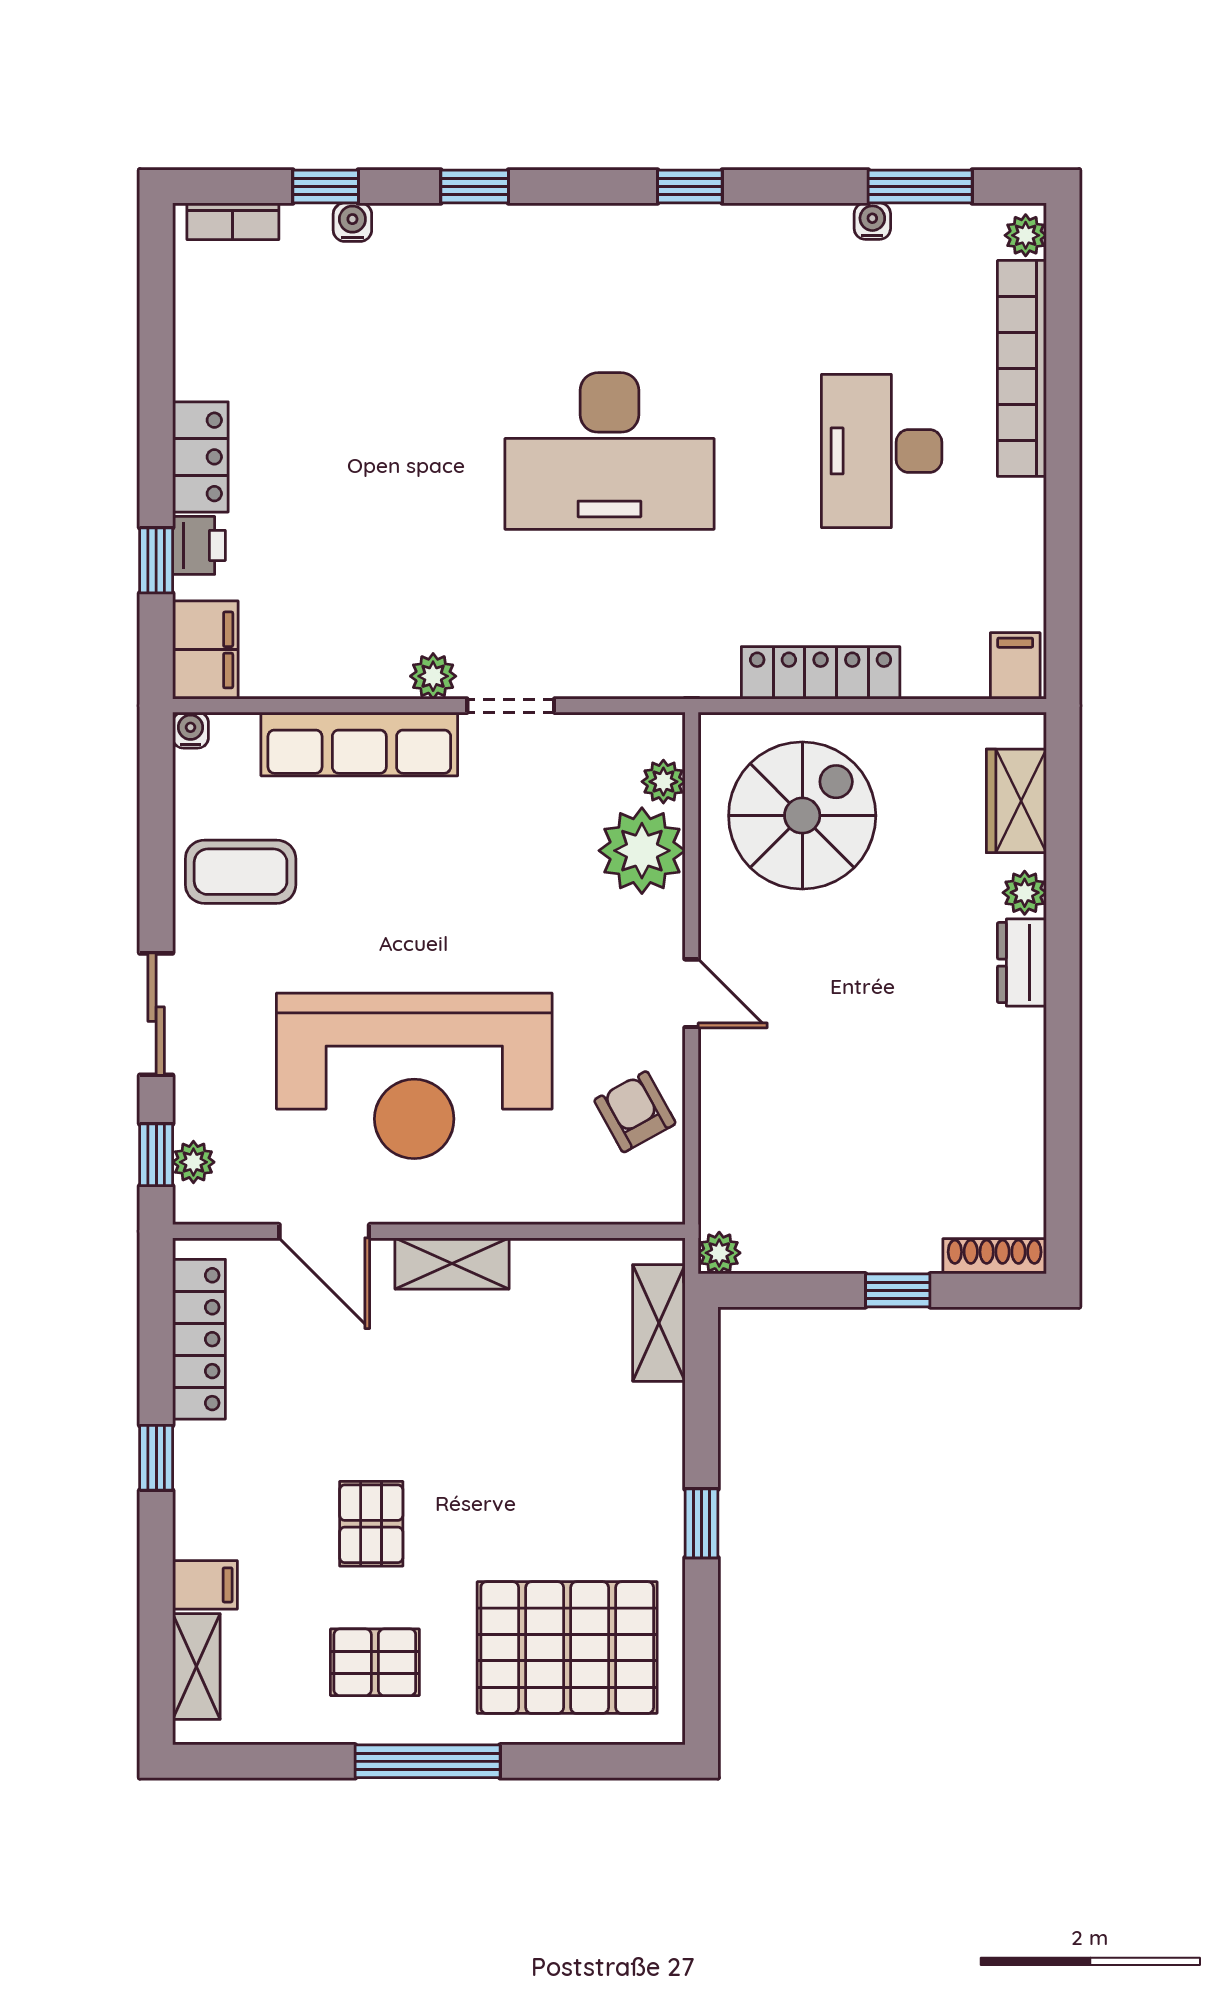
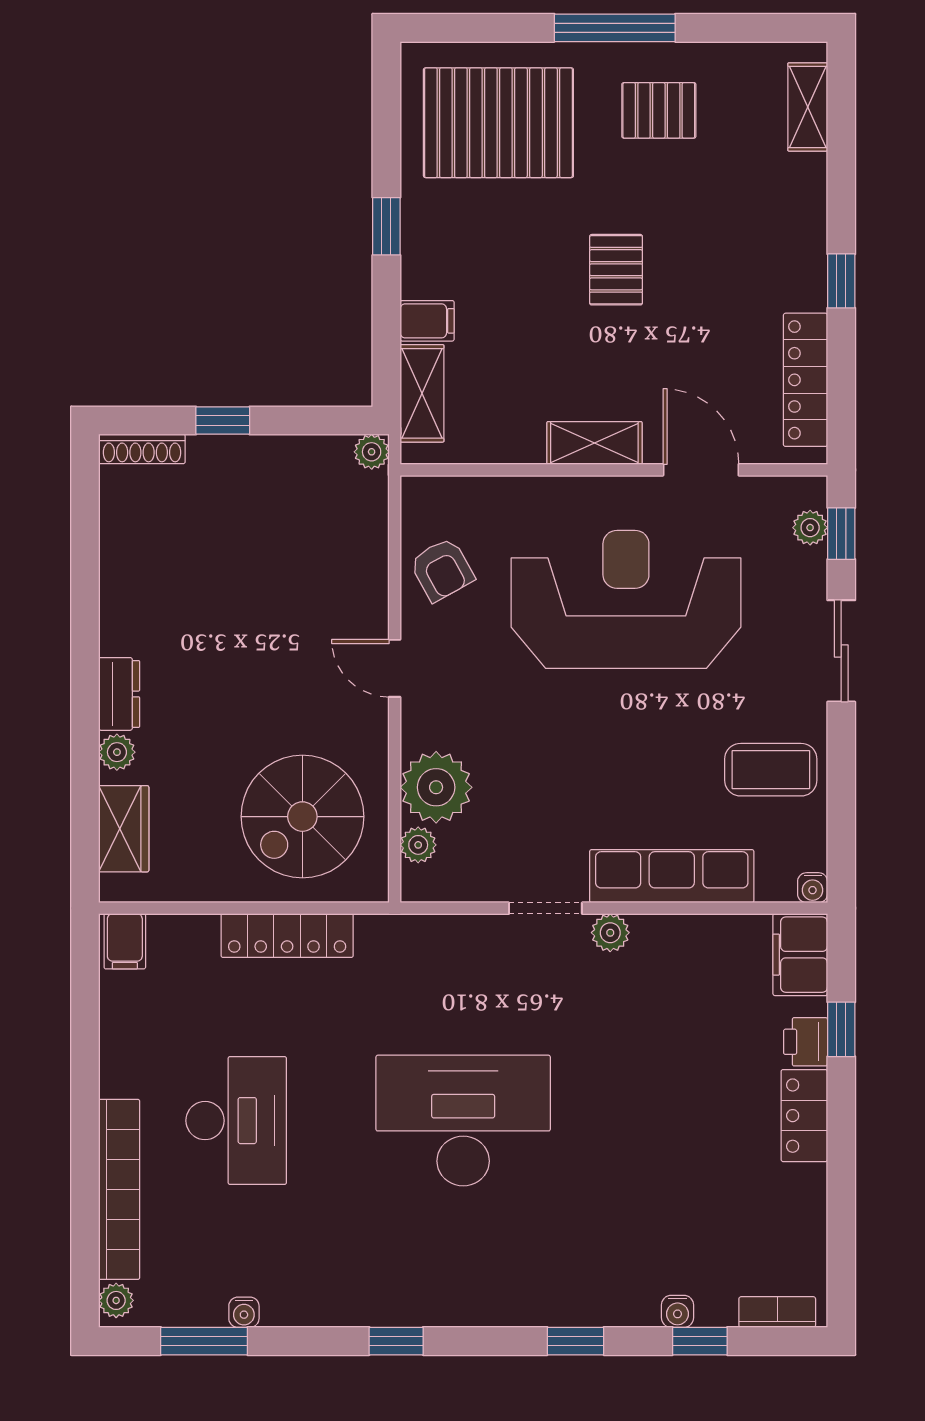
pallet: (371, 1524) -> (616, 270), moved
filing cabinet: (205, 1585) -> (427, 321), moved, turned 180

